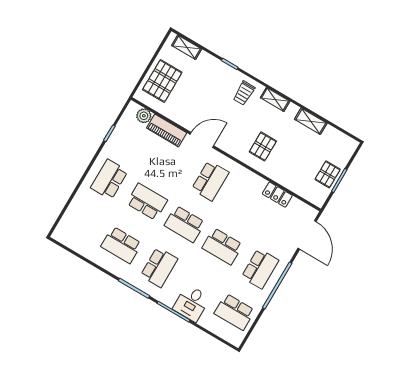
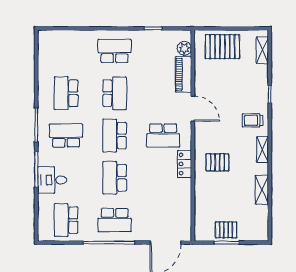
locker: (277, 195) -> (185, 164), moved
school desk: (159, 267) -> (66, 135), turned 180

